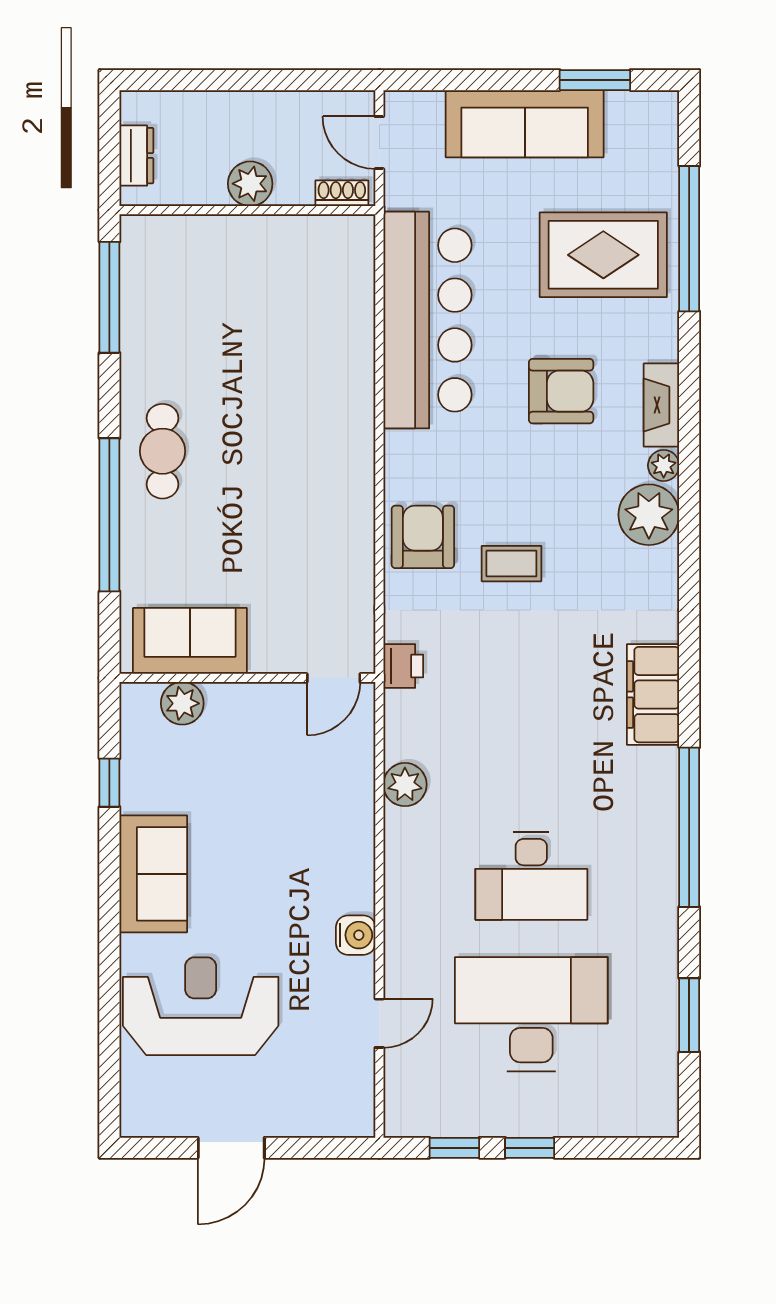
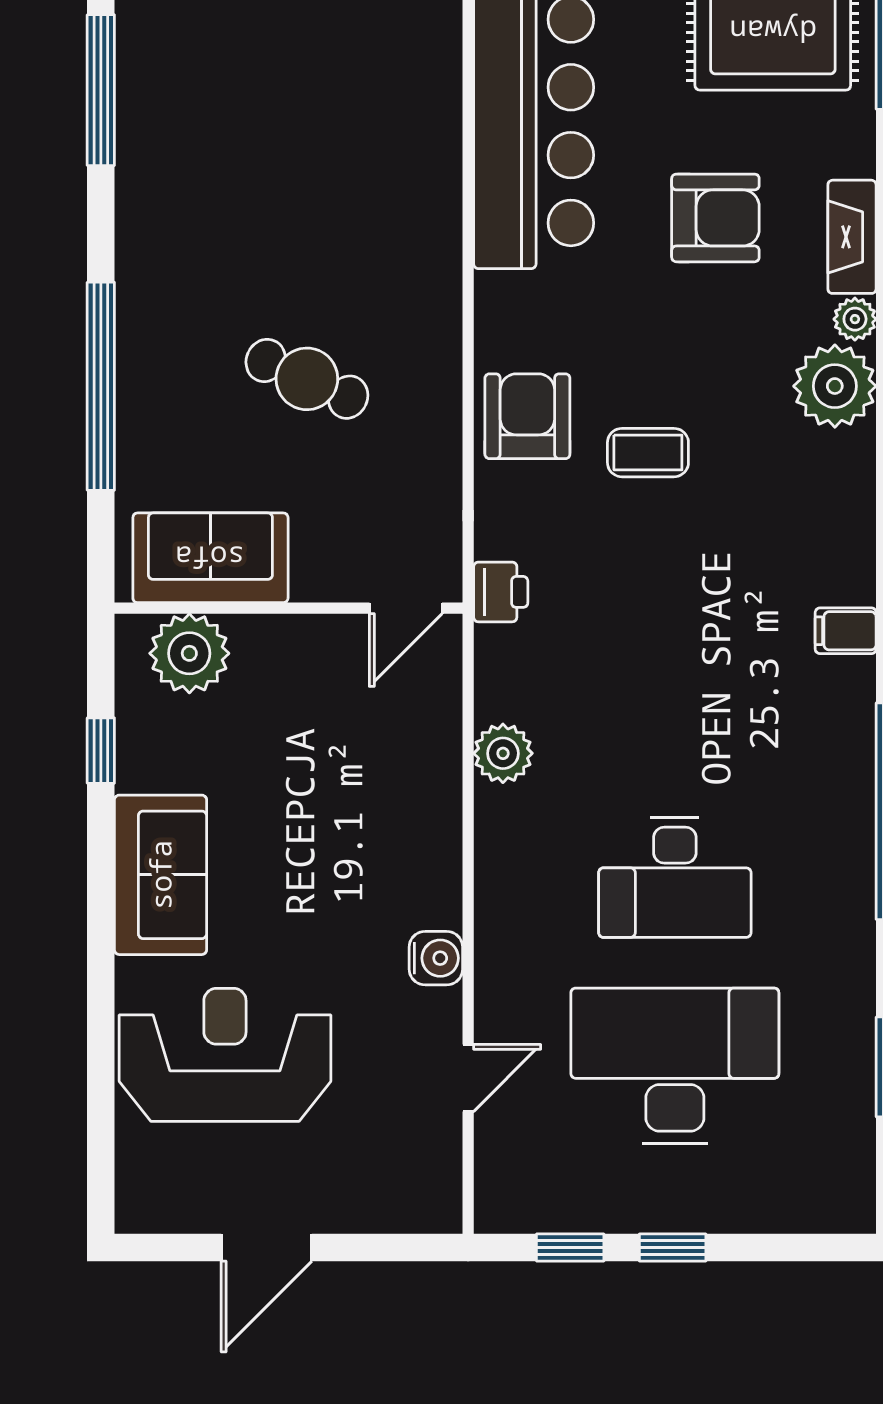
cafe table: (162, 451) -> (307, 379), moved, turned -66
filing cabinet: (653, 695) -> (846, 631), width x0.33, depth x0.86
plant: (182, 703) -> (189, 653), width x1.36, depth x1.36

